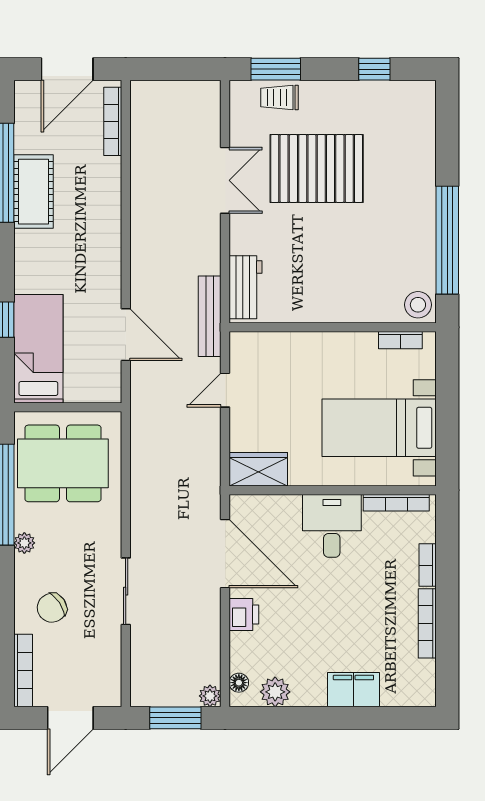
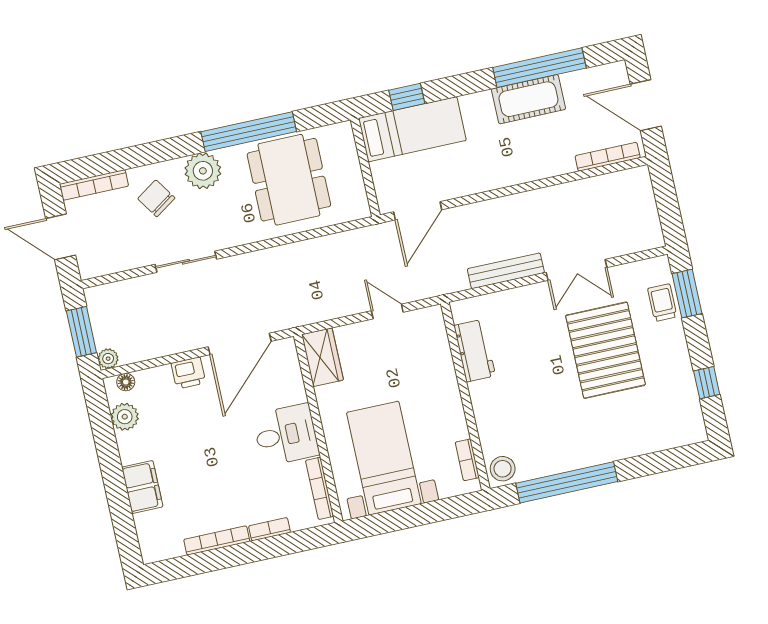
workbench: (245, 287) -> (475, 351), moved, turned -90
bench: (210, 316) -> (506, 271), moved
bed: (38, 349) -> (412, 129), moved
wall: (68, 407) -> (365, 167), moved
plant: (24, 543) -> (203, 171), width x1.88, depth x1.88

